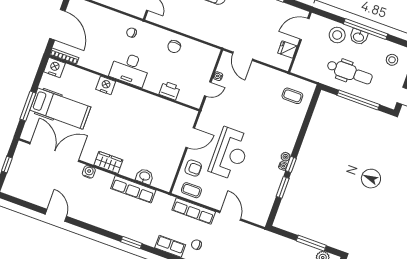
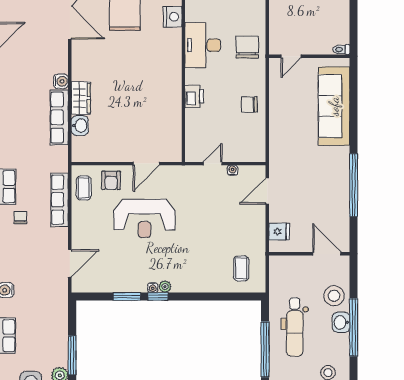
chair: (132, 33) -> (247, 47), width x1.87, depth x1.87
fridge: (287, 50) -> (279, 232), moved, turned 90
desk: (130, 69) -> (203, 45), moved
nightstand: (106, 85) -> (172, 17), moved
door: (208, 89) -> (213, 164), swing flipped
printer: (170, 90) -> (194, 96), moved
door: (190, 138) -> (146, 164), hinge flipped
wardrobe: (108, 162) -> (81, 98), moved
water cooler: (89, 172) -> (61, 81), moved
door: (230, 216) -> (70, 263), moved

